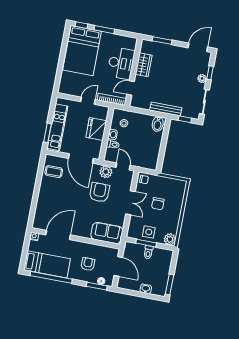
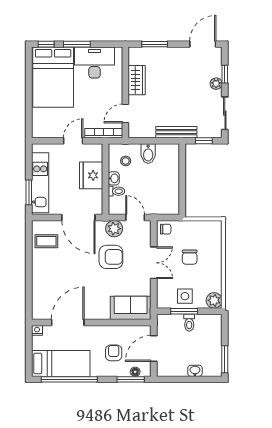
desk: (121, 63) -> (95, 63), moved, turned -90
bidet: (158, 124) -> (148, 154), moved
armchair: (99, 192) -> (111, 257), turned 90
door: (118, 266) -> (154, 348), swing flipped

